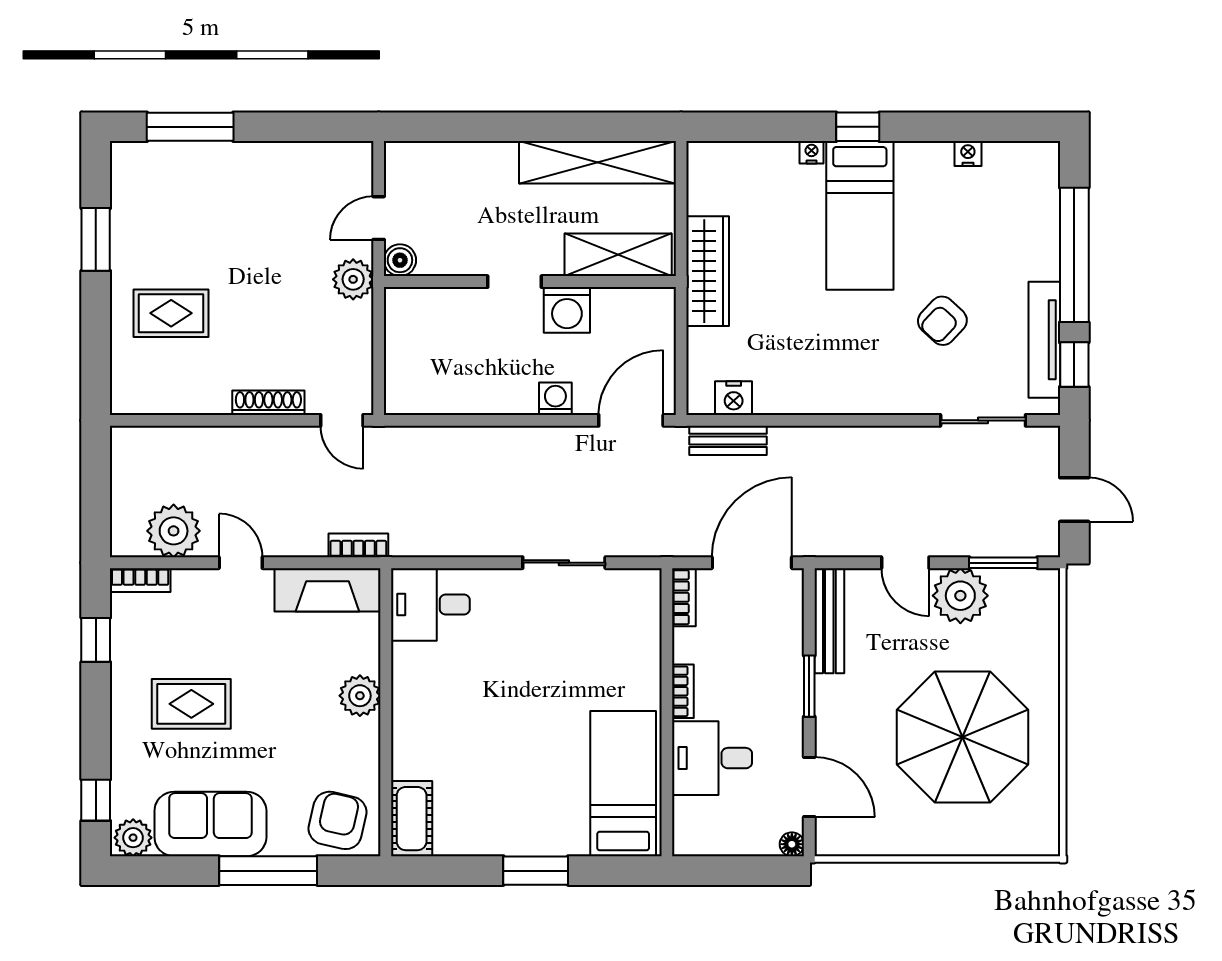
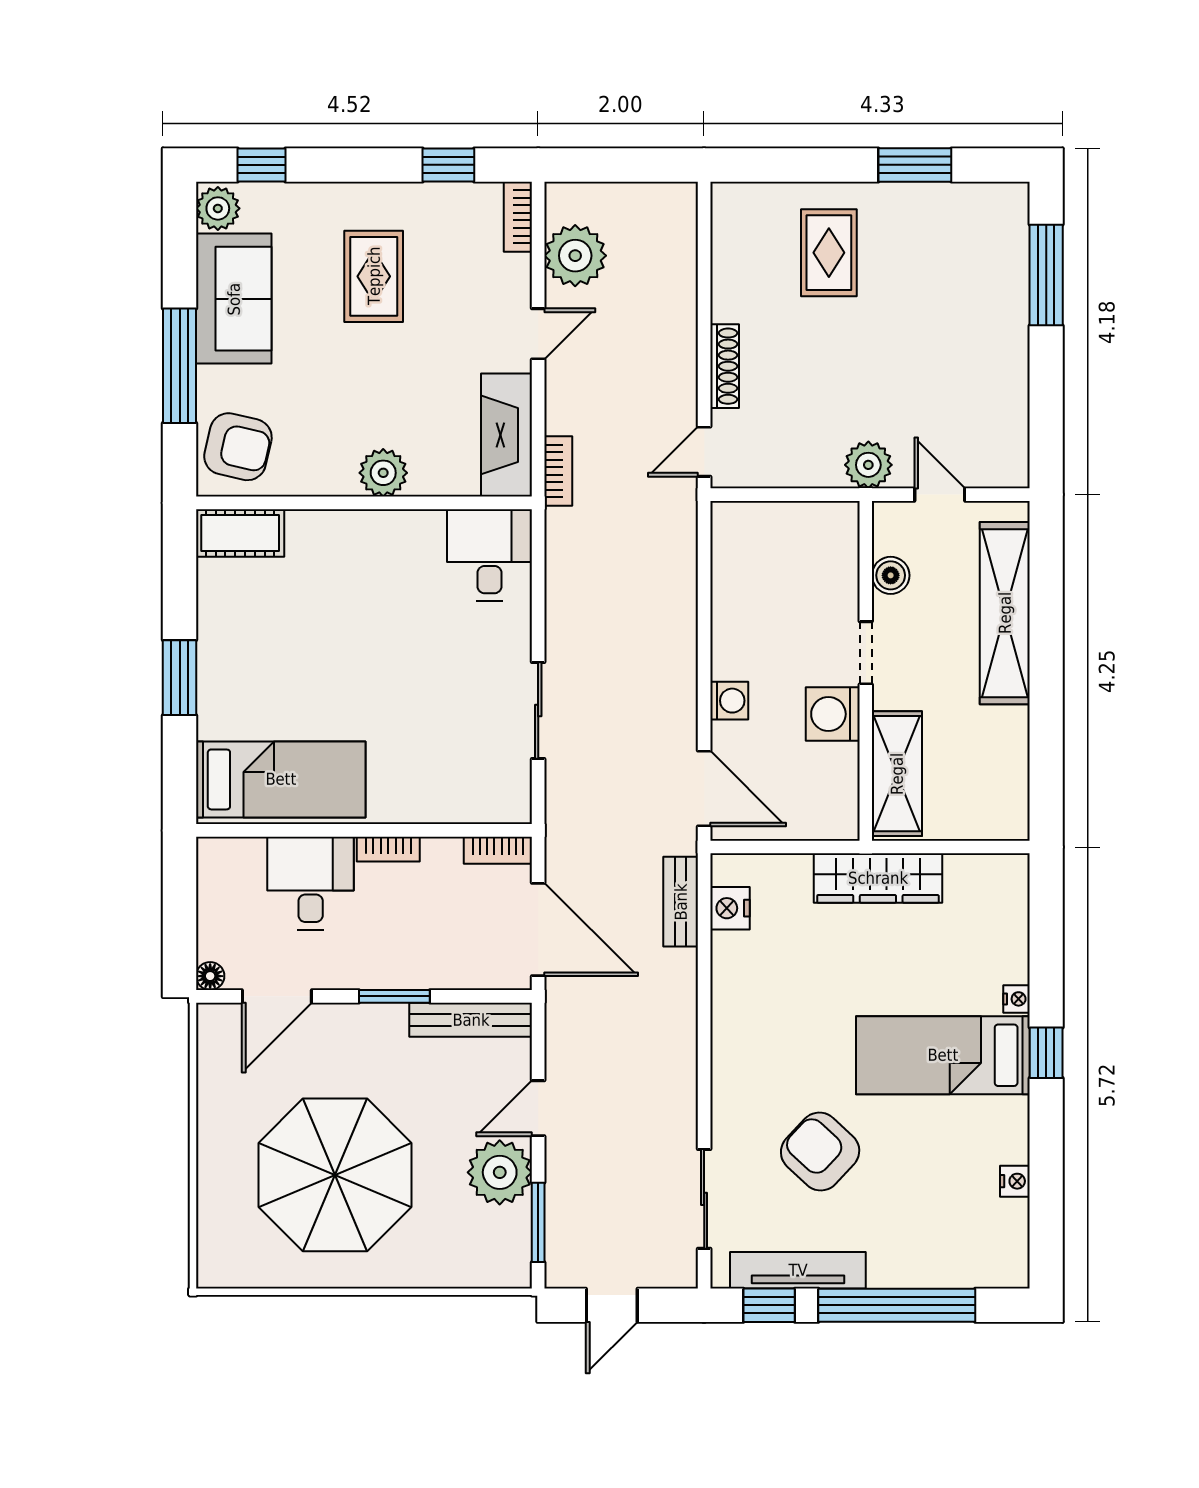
shelving: (597, 162) -> (1005, 613), moved
boiler: (400, 260) -> (891, 575), moved
armchair: (942, 321) -> (820, 1151), width x1.38, depth x1.38

